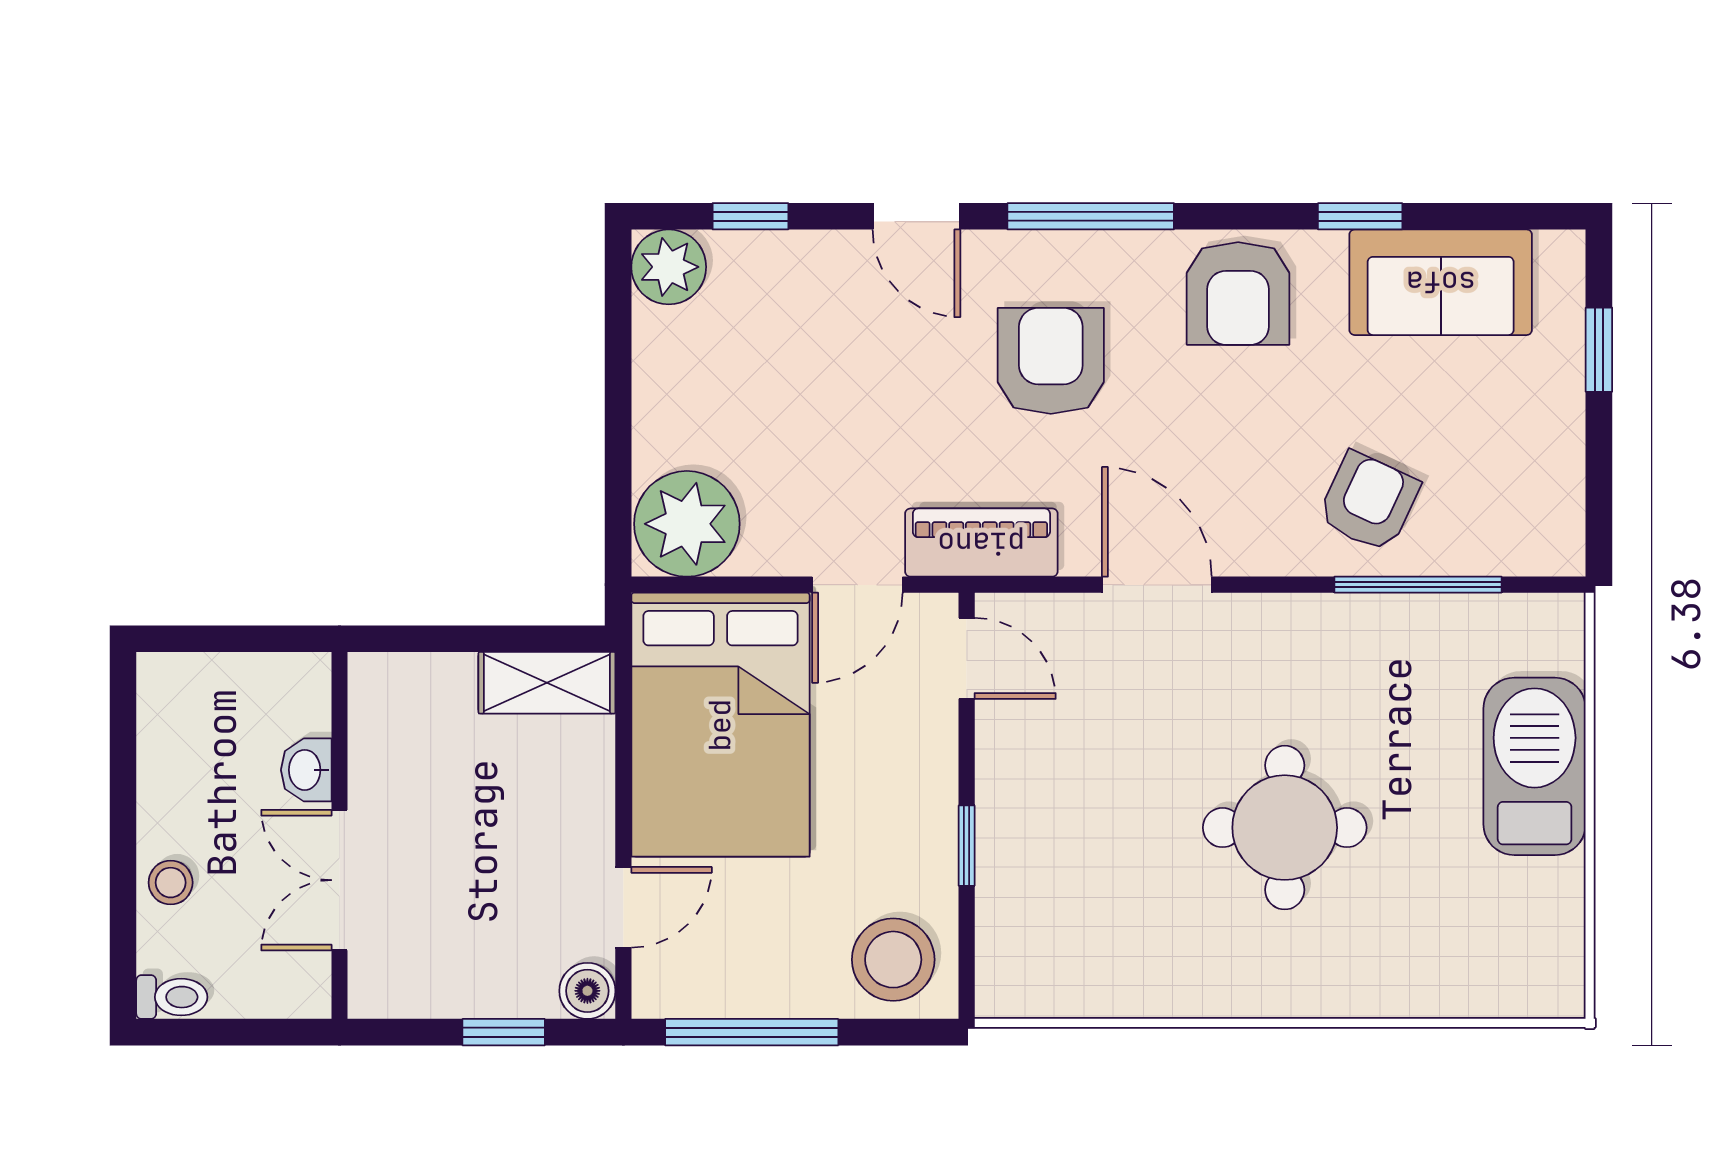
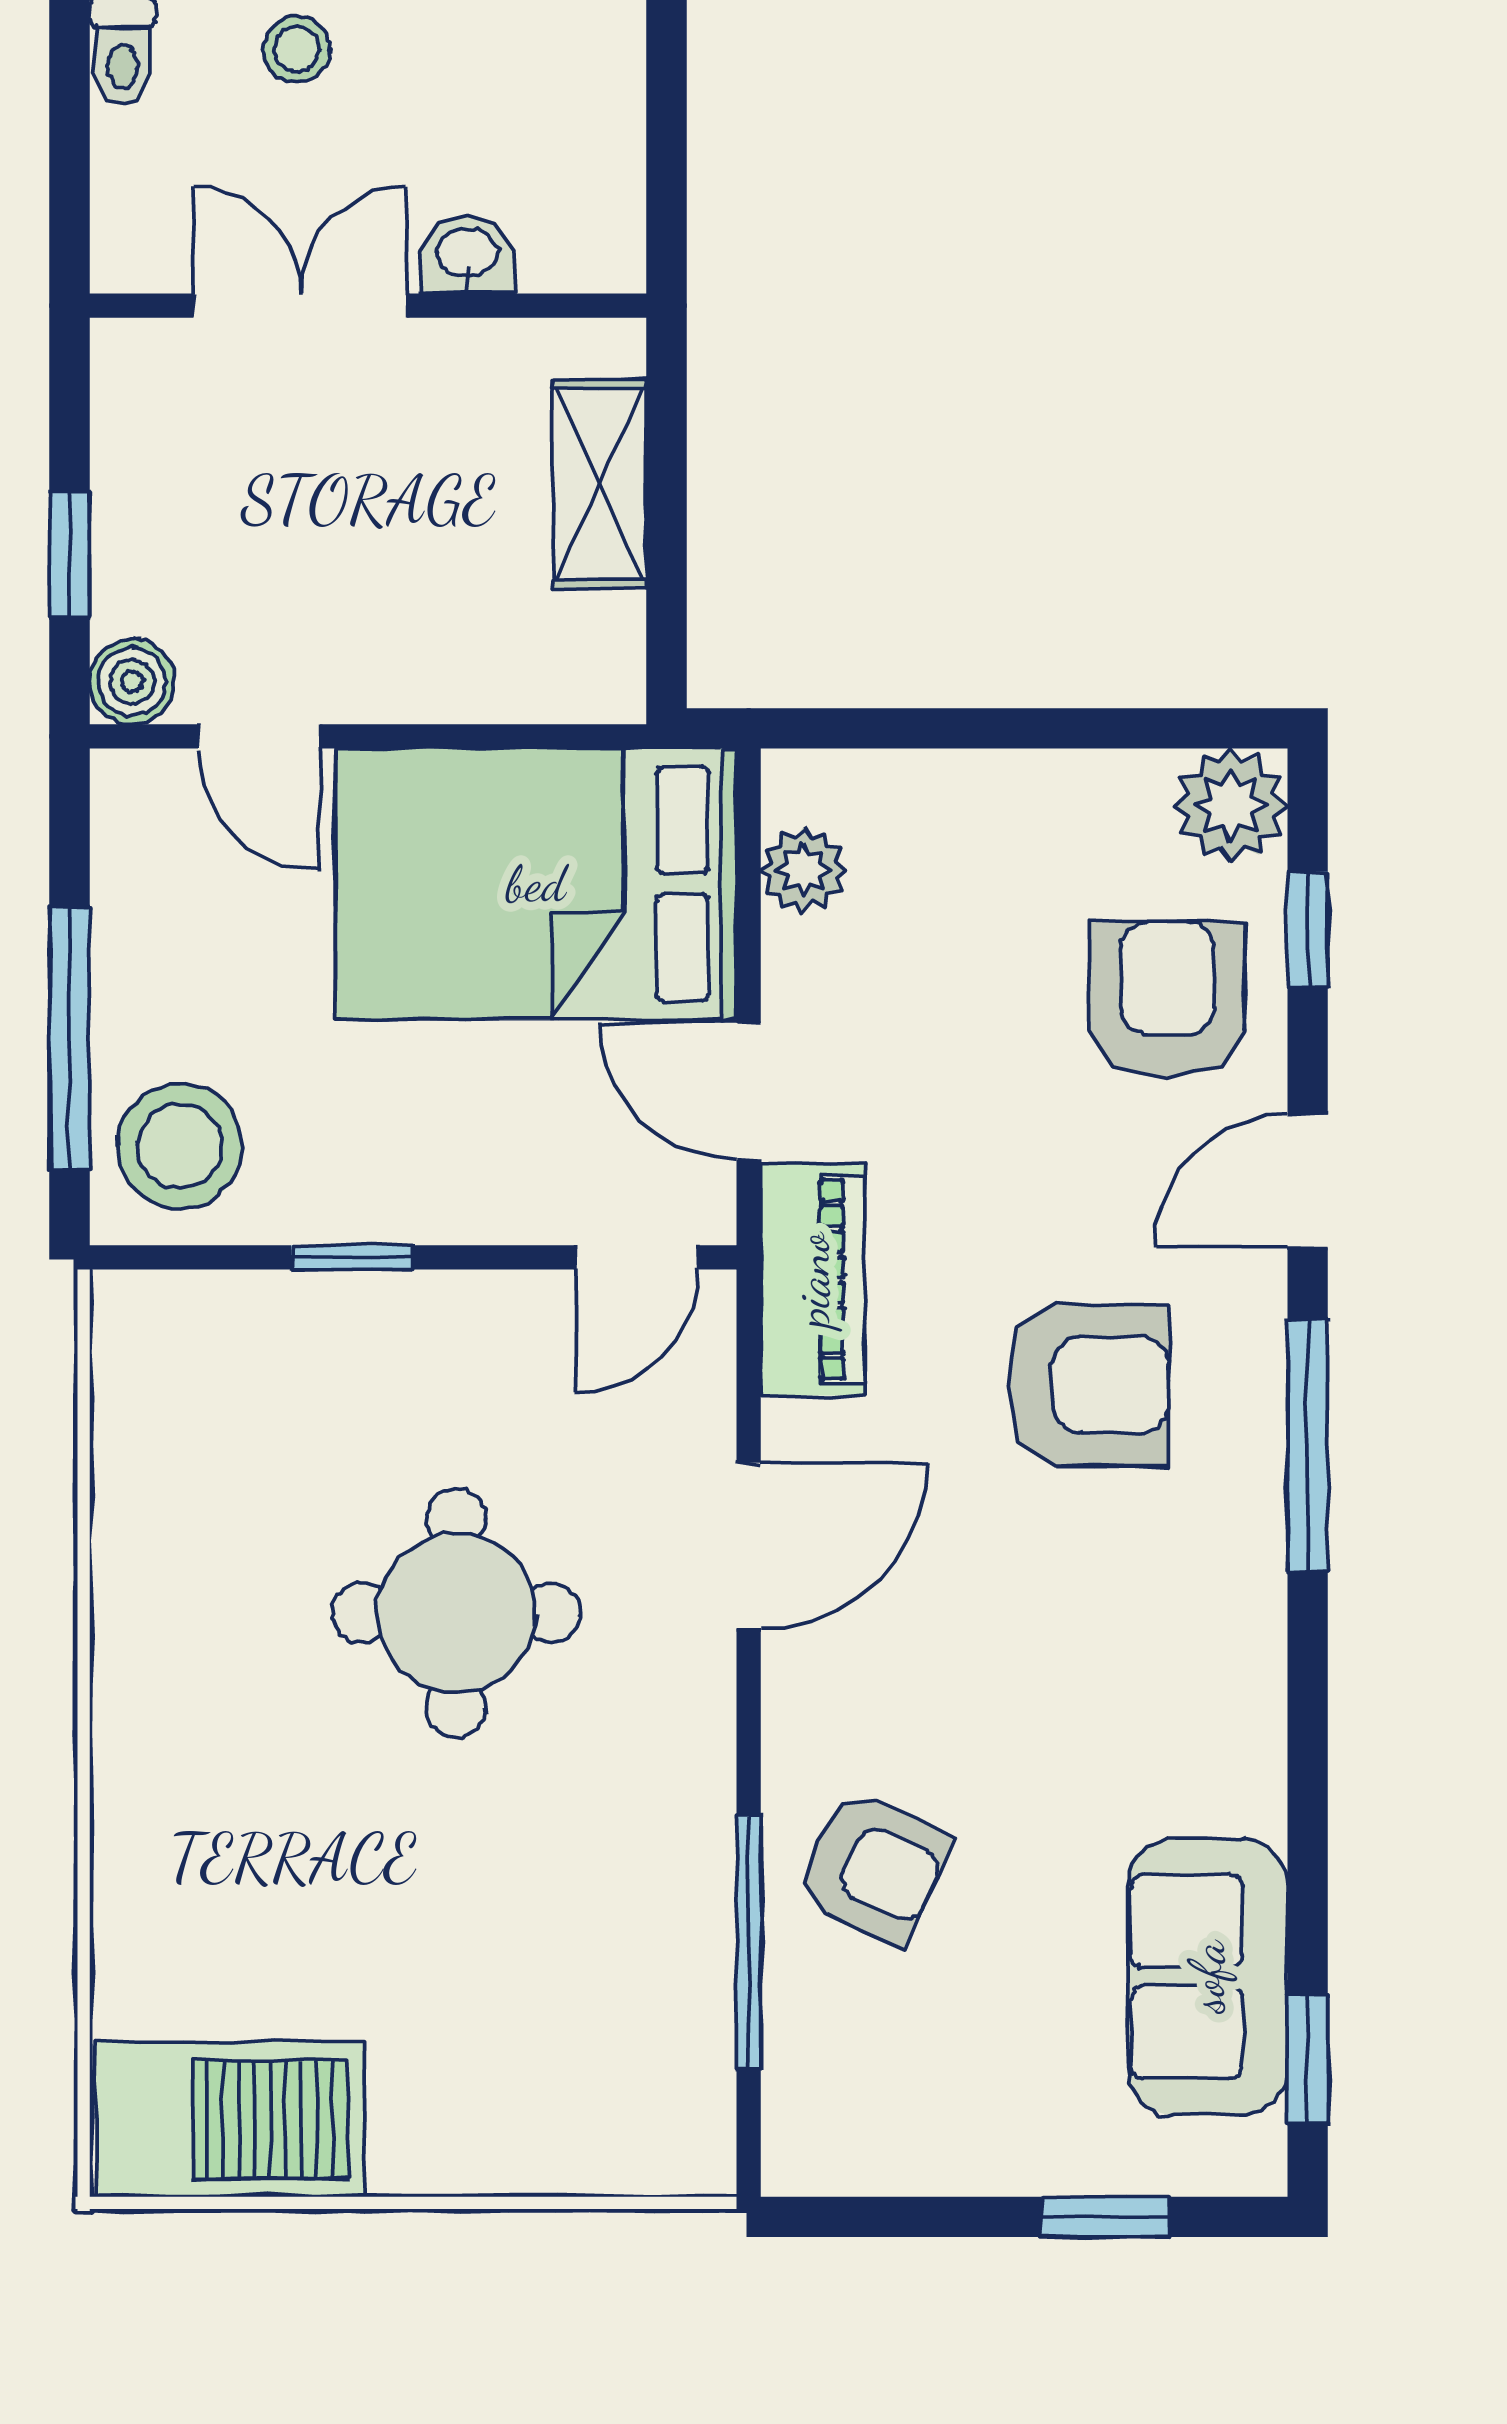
window: (1360, 216) -> (1308, 2059), moved
armchair: (1238, 293) -> (1168, 1000), moved, turned 90
plant: (687, 524) -> (803, 870), width x0.53, depth x0.53
shelving: (547, 683) -> (600, 484), moved
barbecue: (1535, 766) -> (230, 2119), moved
round table: (1285, 828) -> (456, 1613), moved
window: (752, 1032) -> (70, 1039), moved

